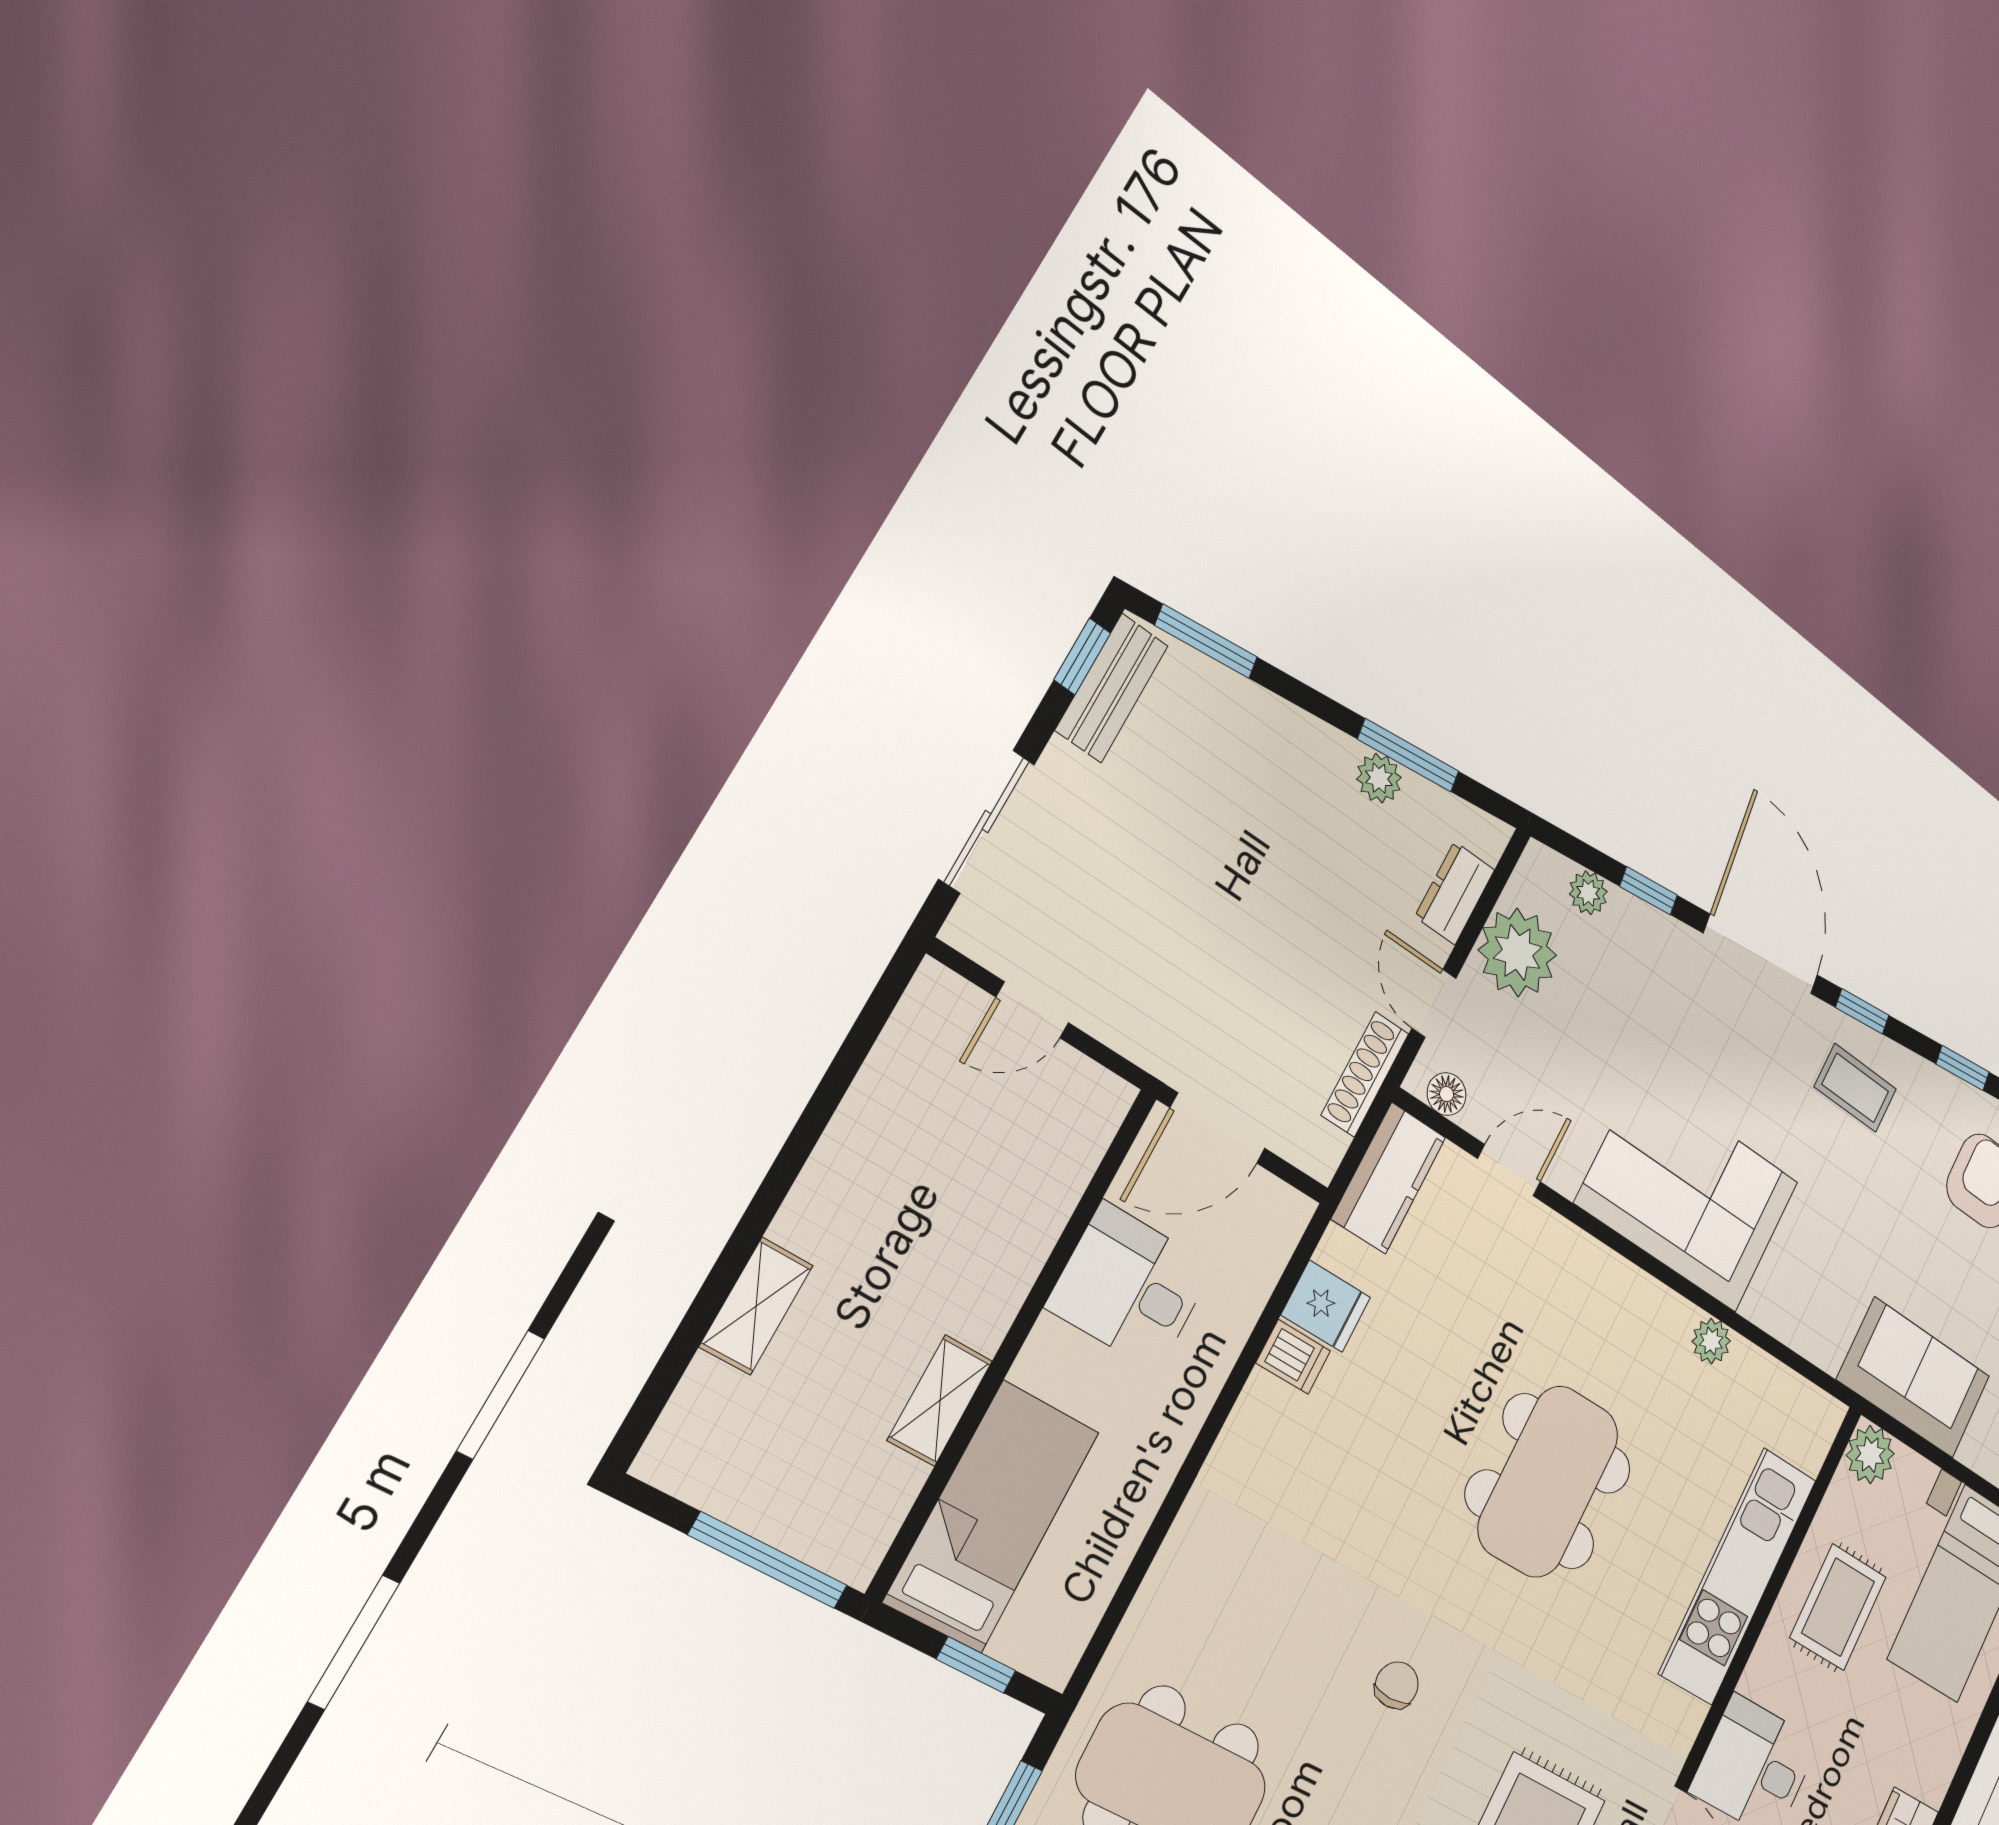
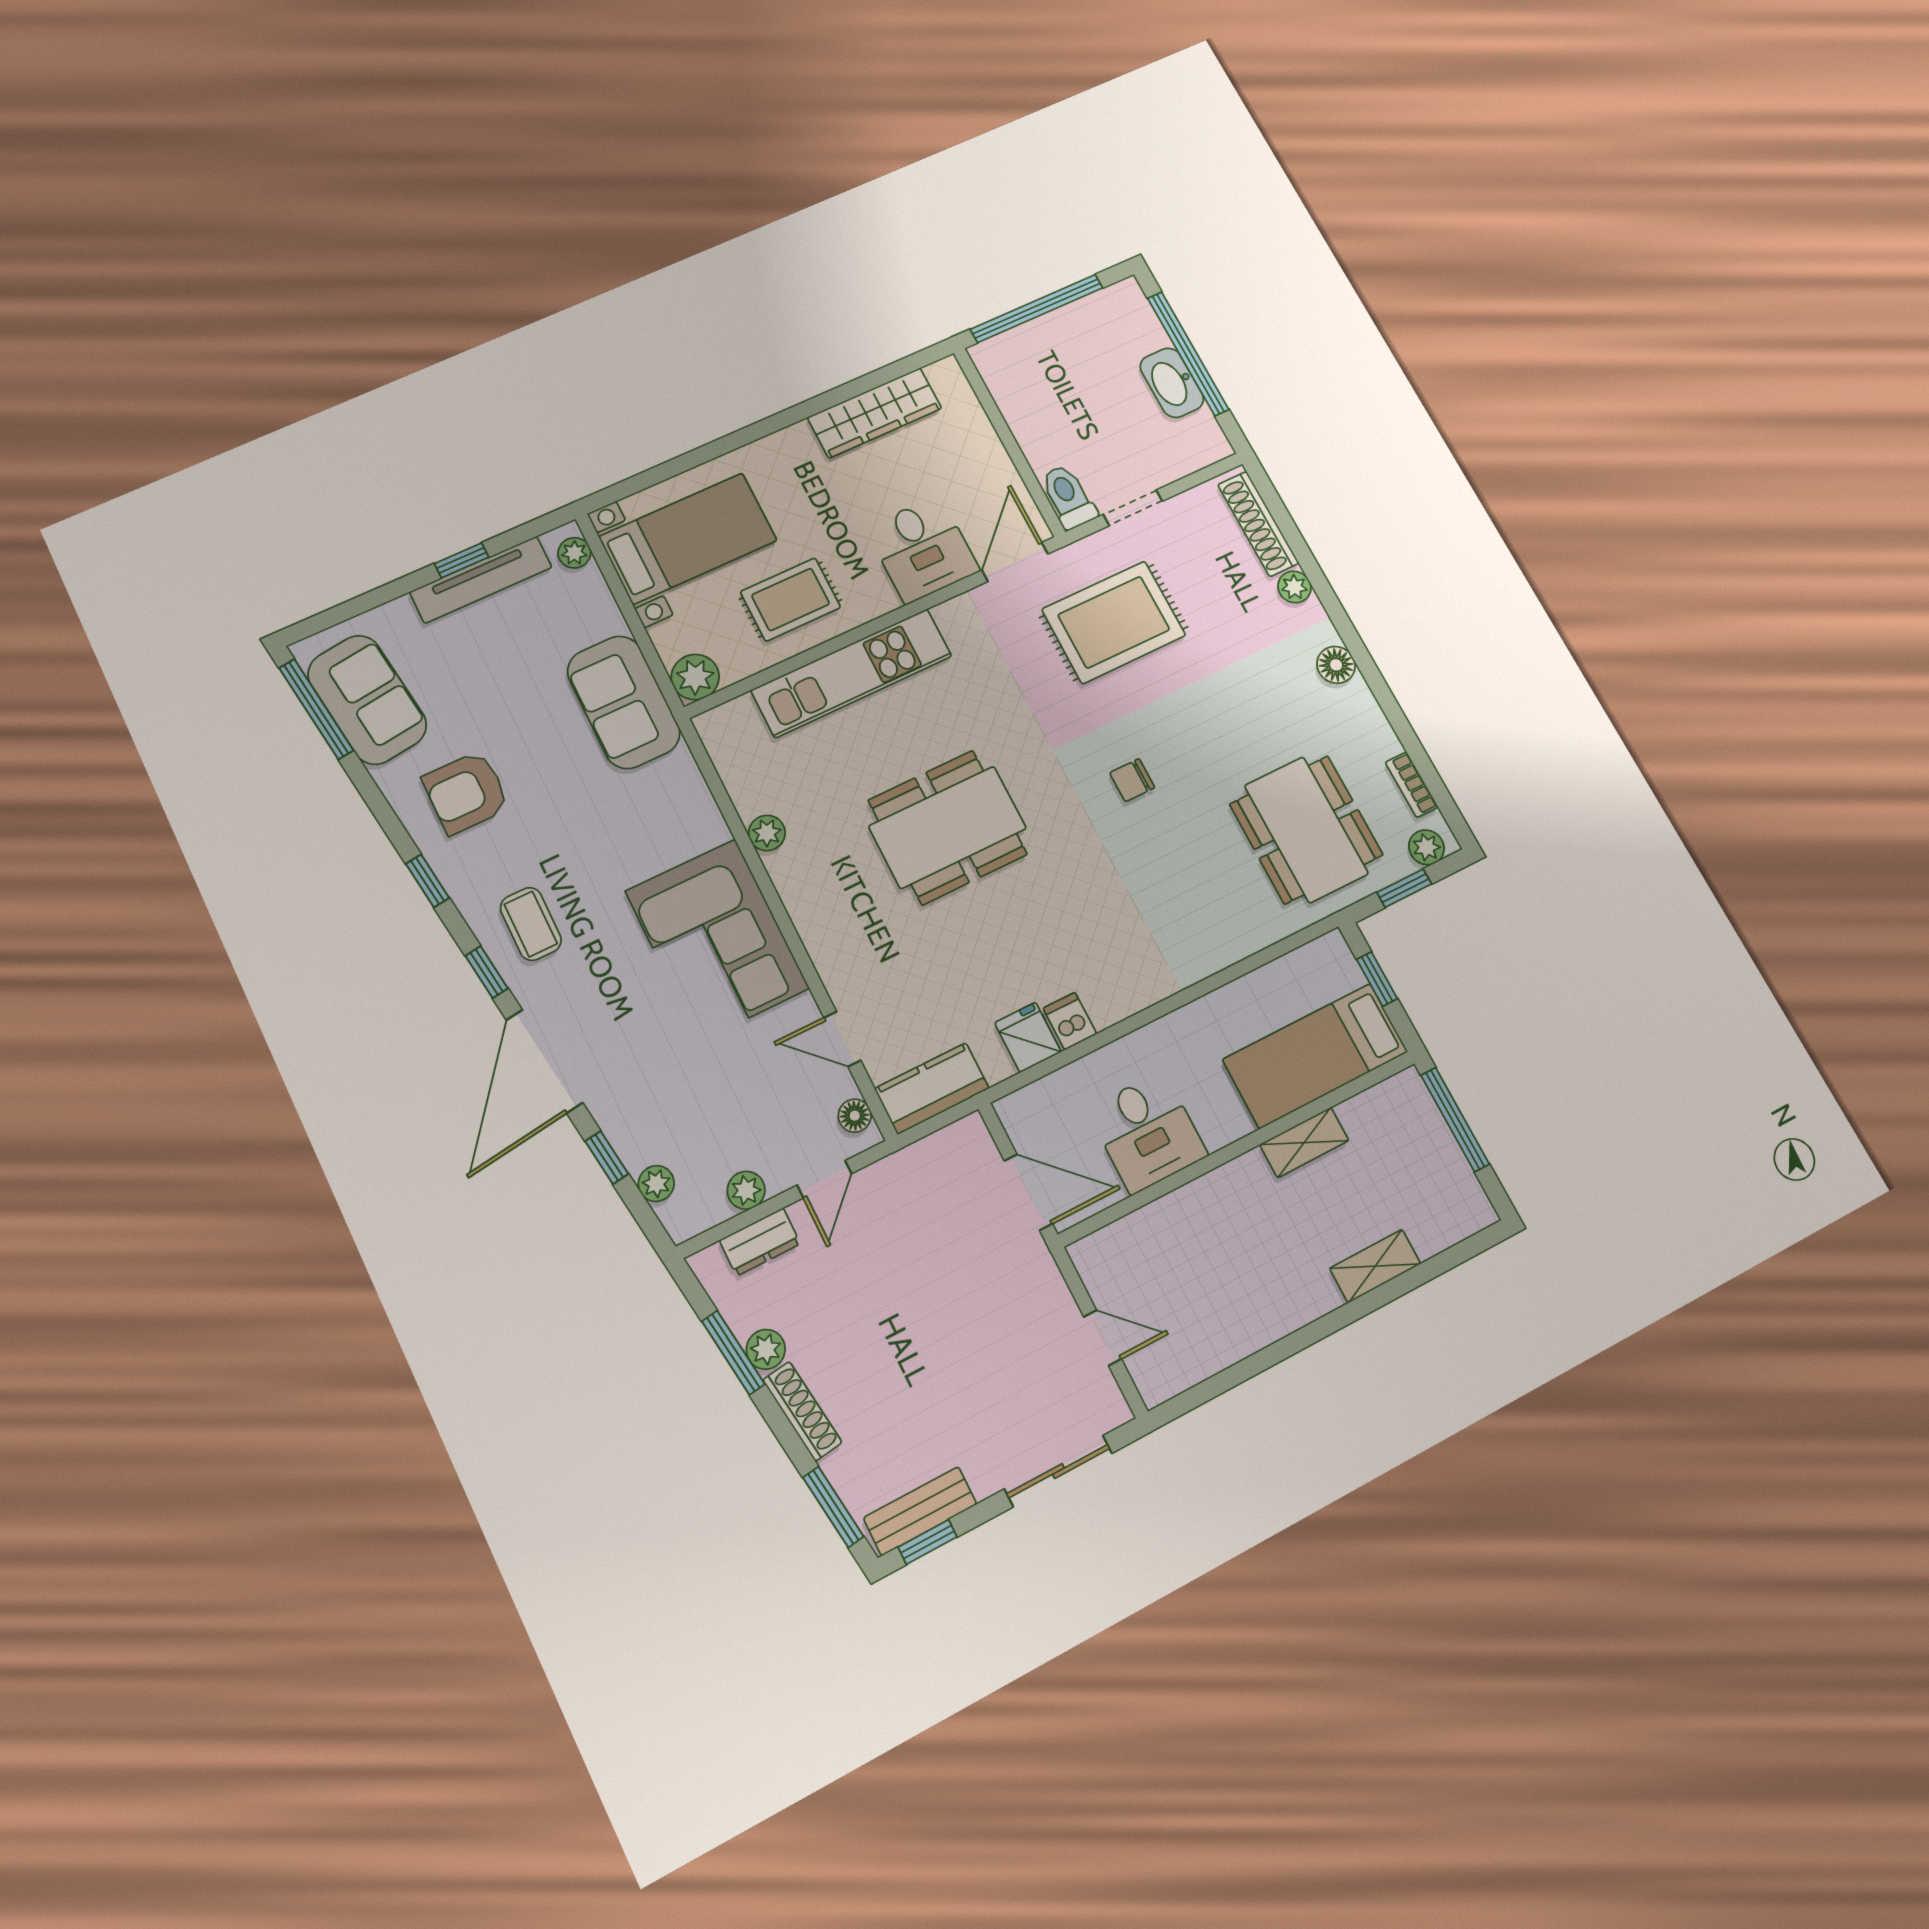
plant: (1518, 953) -> (746, 1190), width x0.53, depth x0.53
shoe rack: (1365, 1074) -> (802, 1411), moved, turned -98

